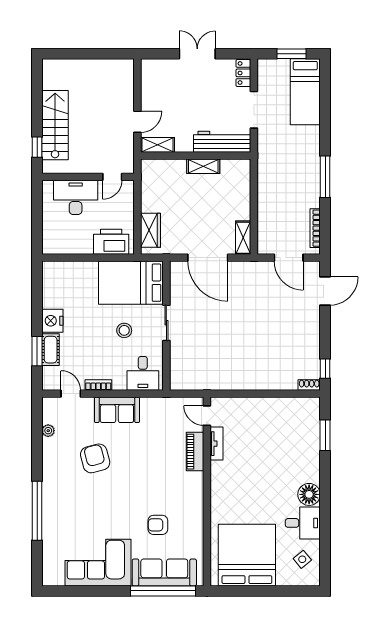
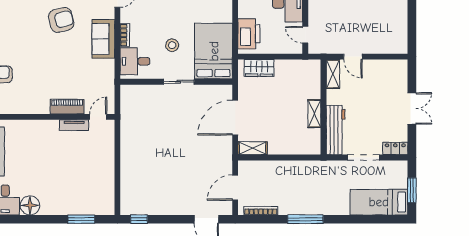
bookcase: (98, 385) -> (125, 35), moved
shoe rack: (309, 385) -> (125, 205), removed

